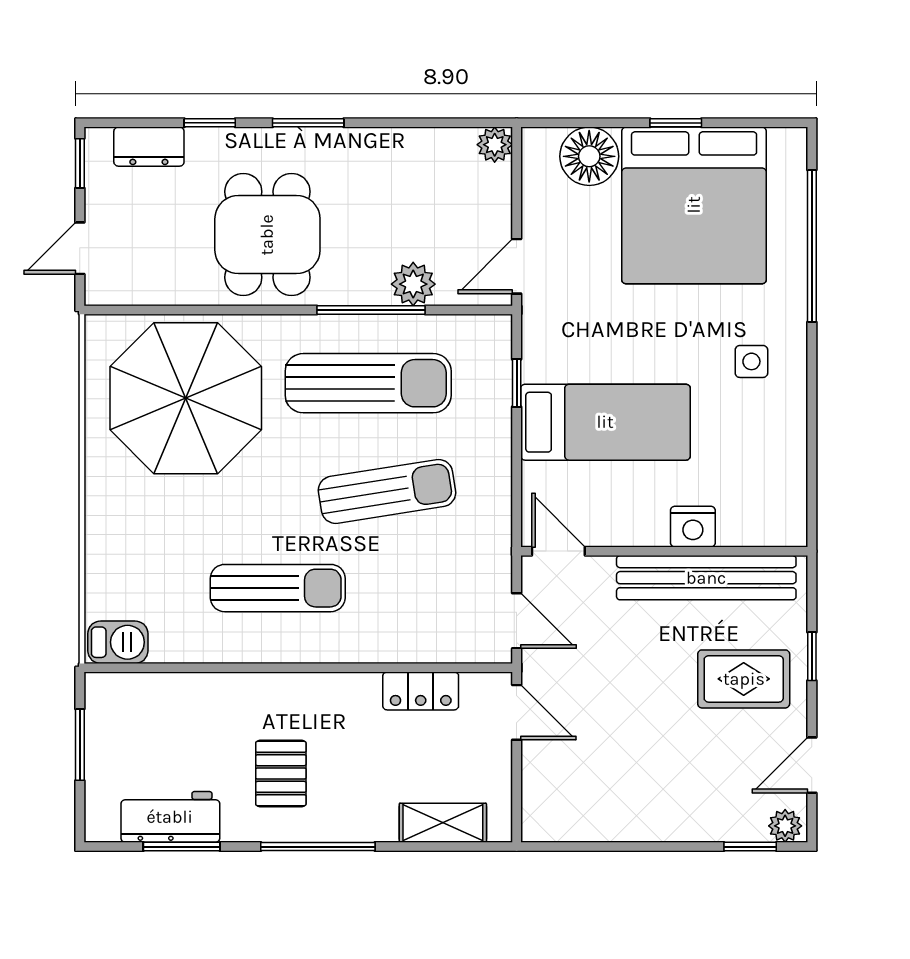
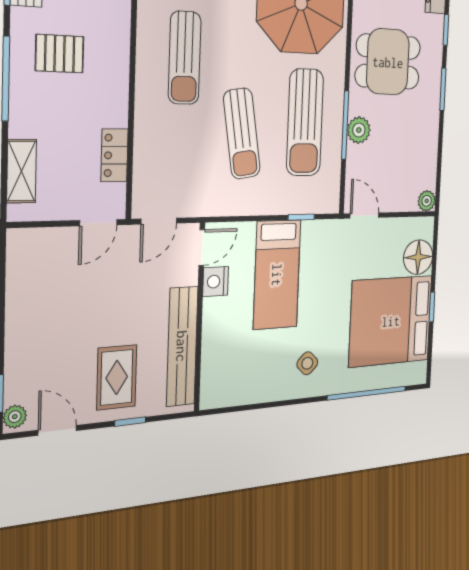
plant: (413, 284) -> (359, 130), moved
side table: (751, 361) -> (307, 363), turned 45
nightstand: (693, 527) -> (216, 281), moved

